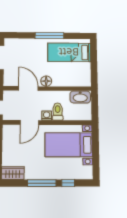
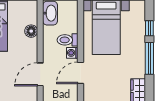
floor lamp: (46, 81) -> (31, 31), moved
door: (29, 122) -> (80, 73), swing flipped

